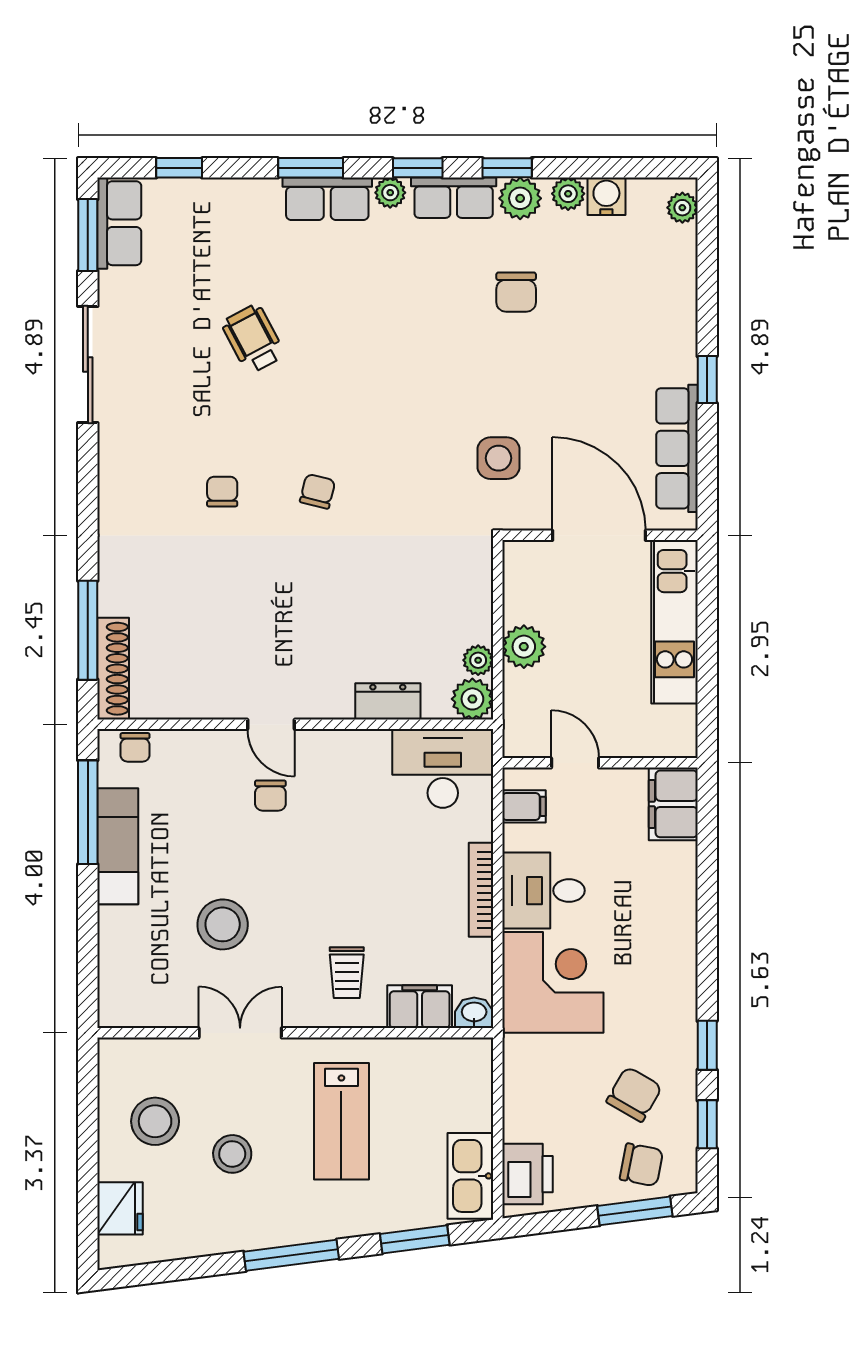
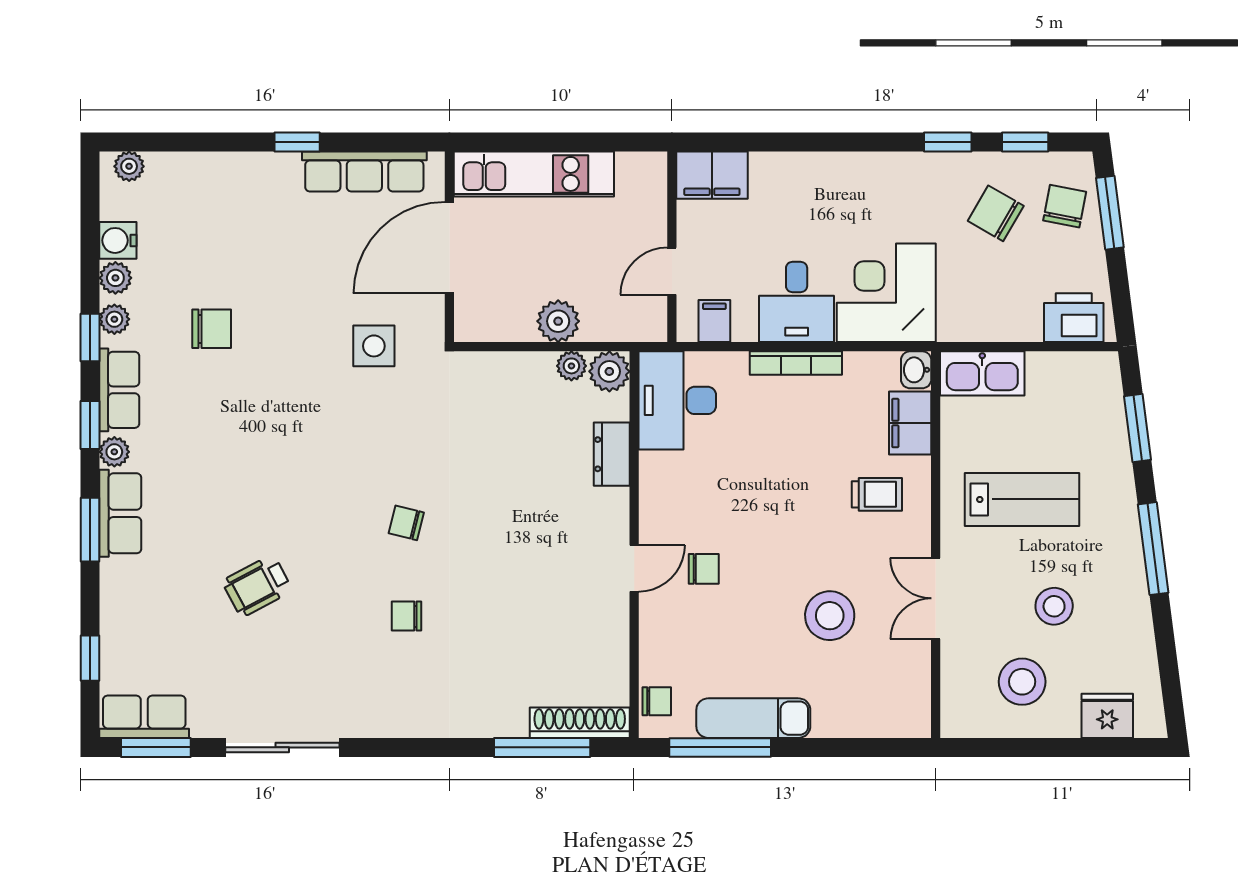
plant: (520, 198) -> (114, 319), width x0.73, depth x0.73
kitchen sink: (470, 1176) -> (982, 373), moved

